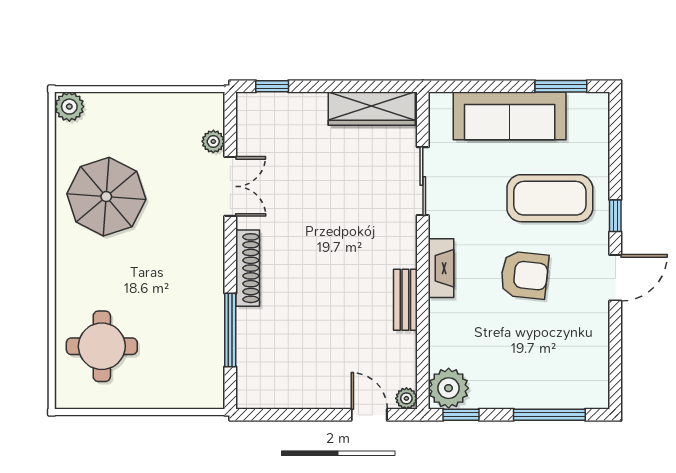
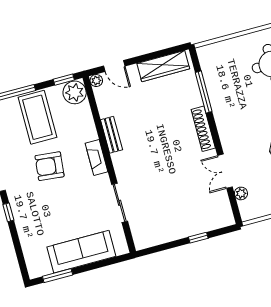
window: (272, 86) -> (198, 238), moved
wardrobe: (372, 109) -> (163, 66), moved, turned 180
coffee table: (550, 198) -> (37, 117), moved, turned 90

